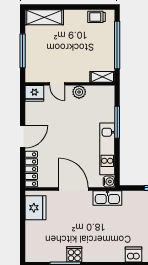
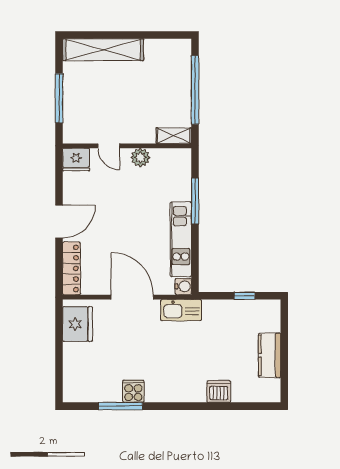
shelving: (44, 17) -> (103, 50), width x1.47
trolley: (97, 17) -> (165, 49), removed

